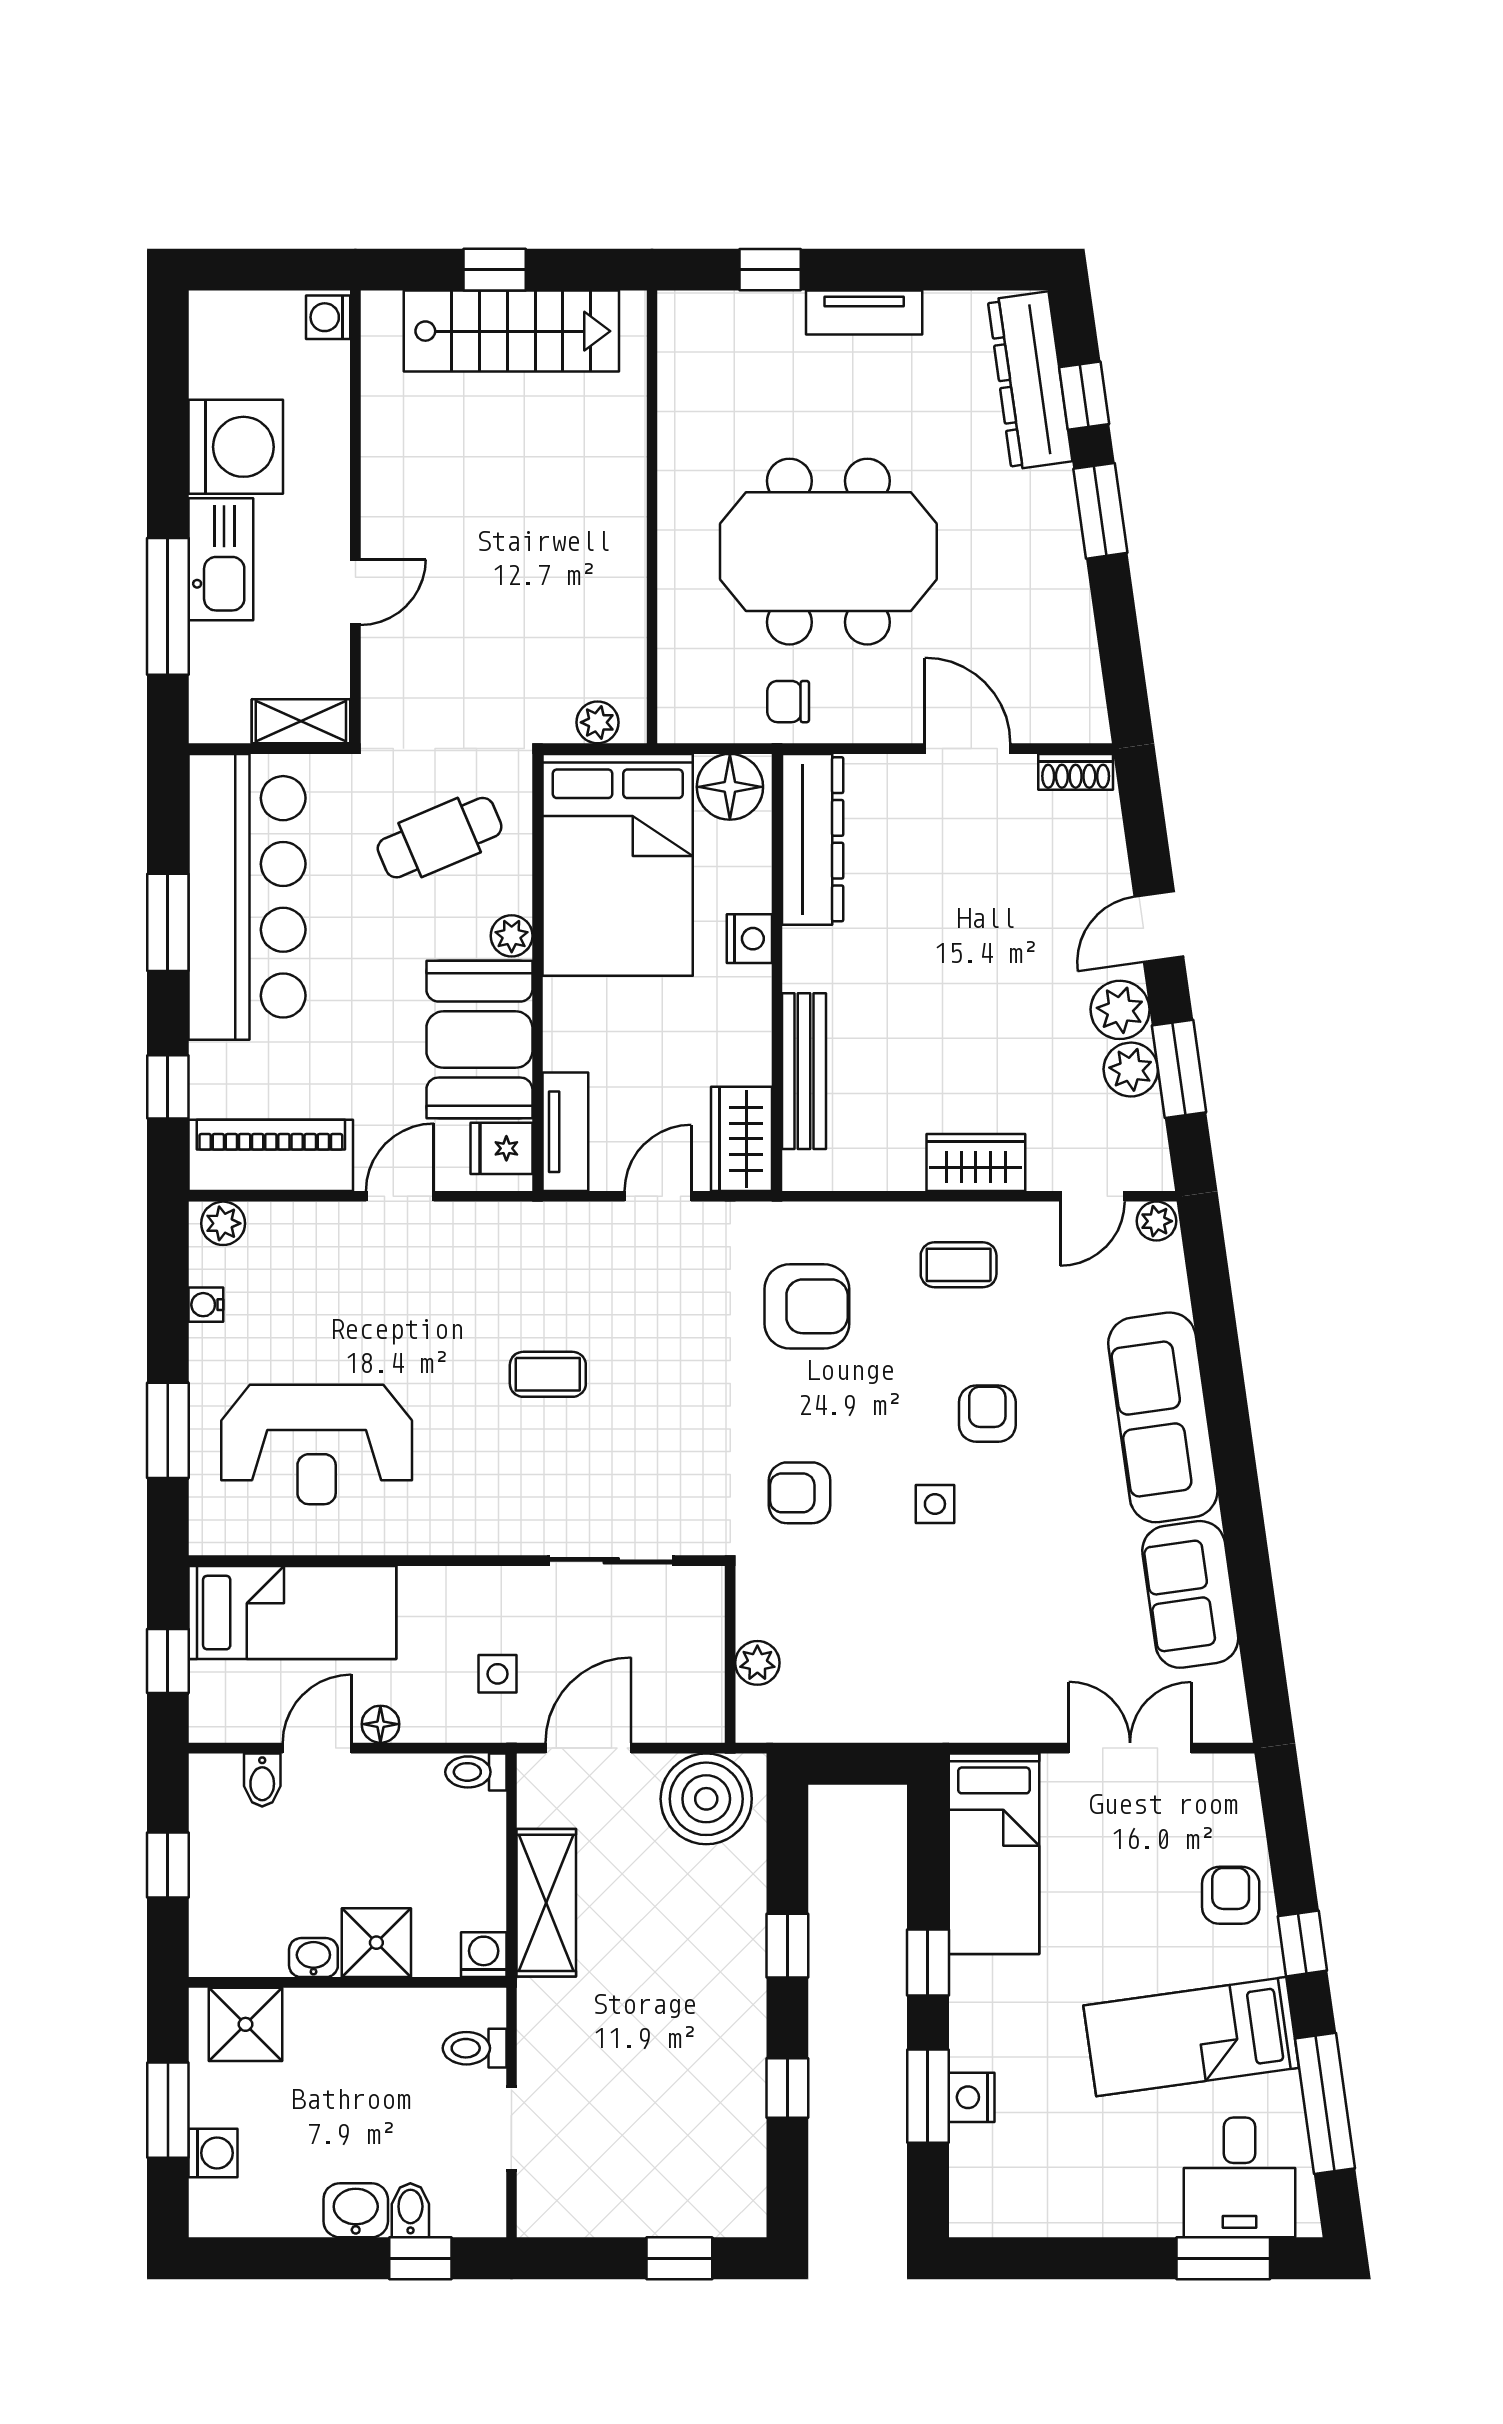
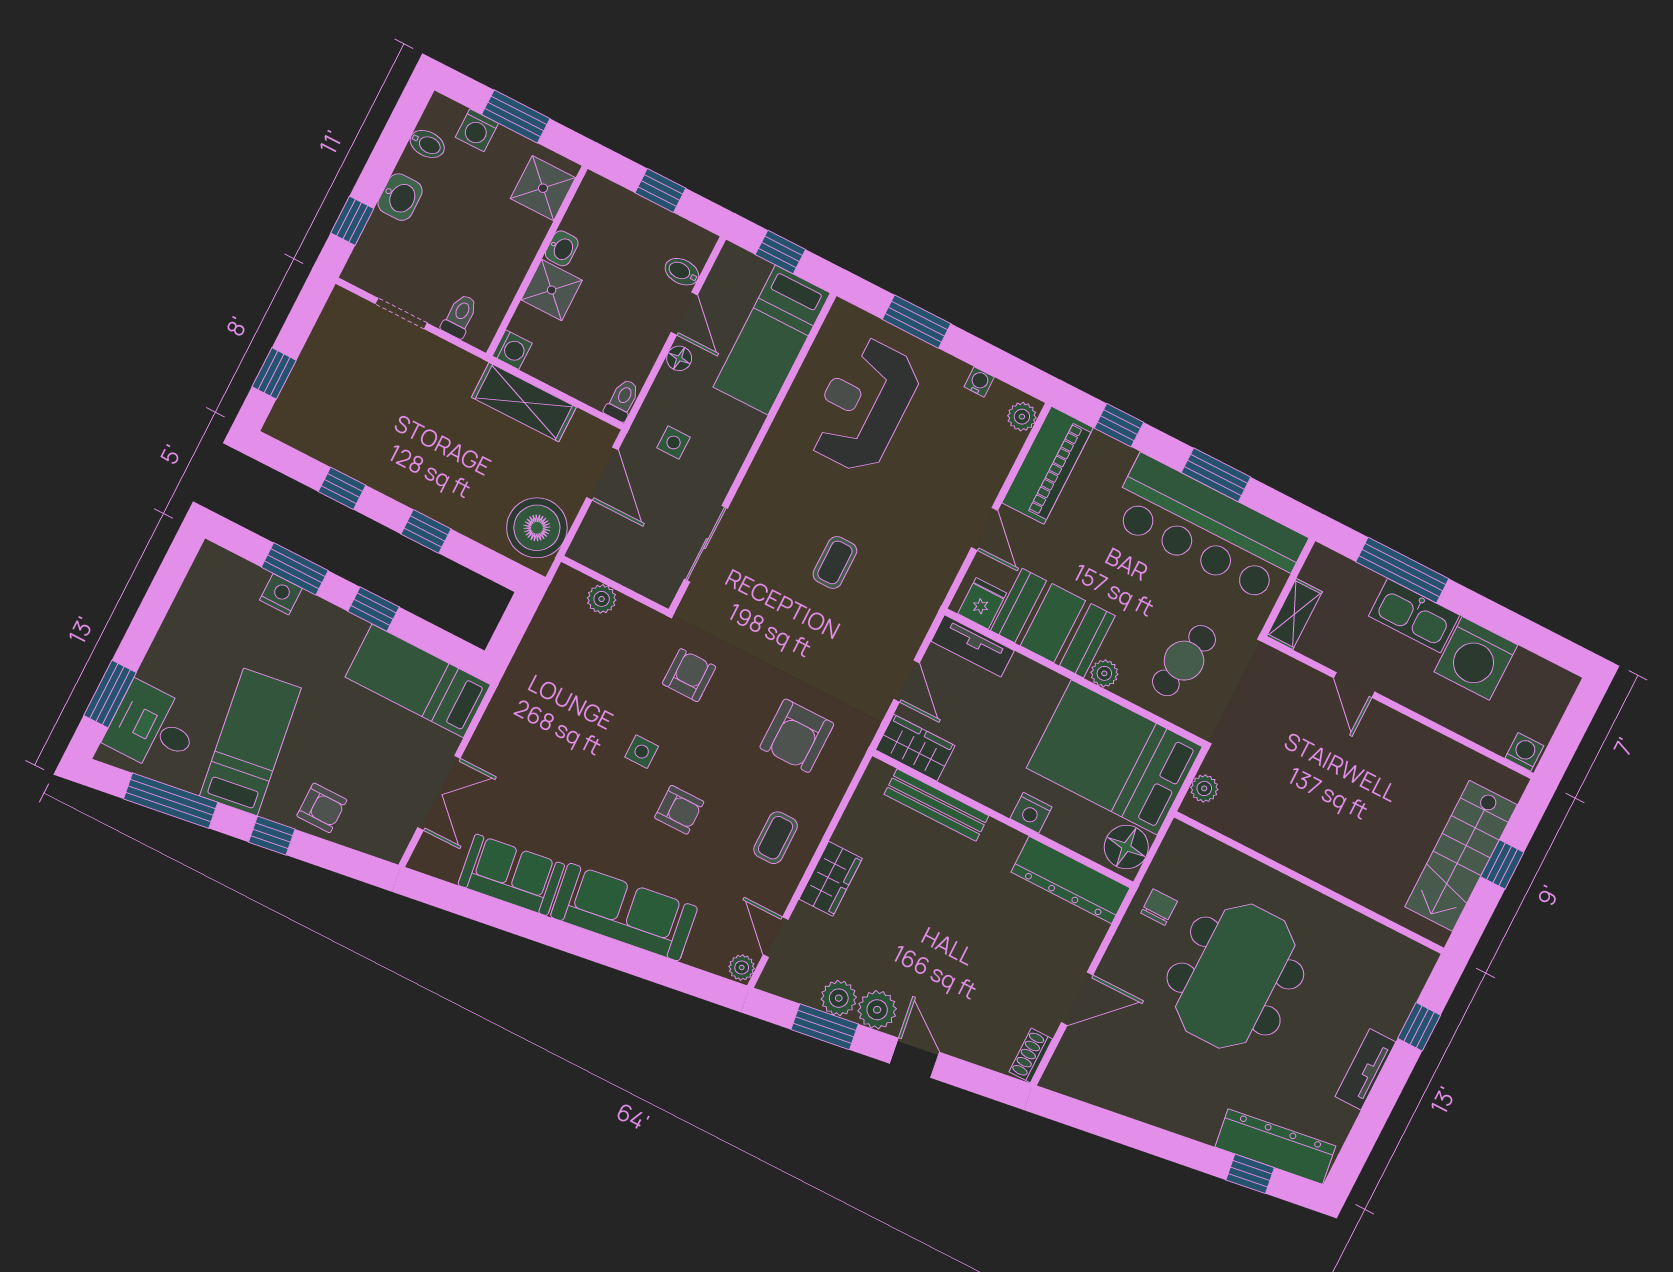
window: (1100, 511) -> (1177, 1149), removed
cafe table: (440, 838) -> (1184, 661), turned 35
bidet: (410, 2210) -> (427, 144), moved

